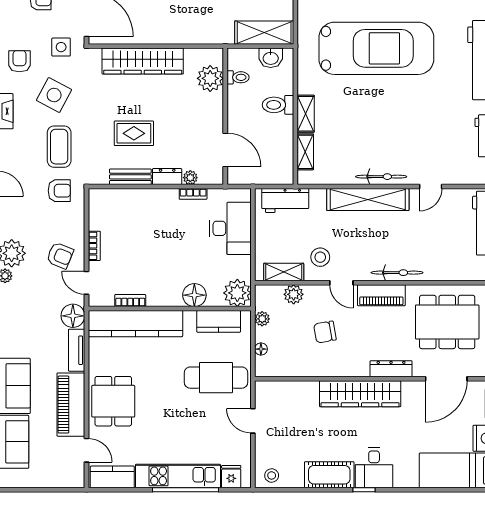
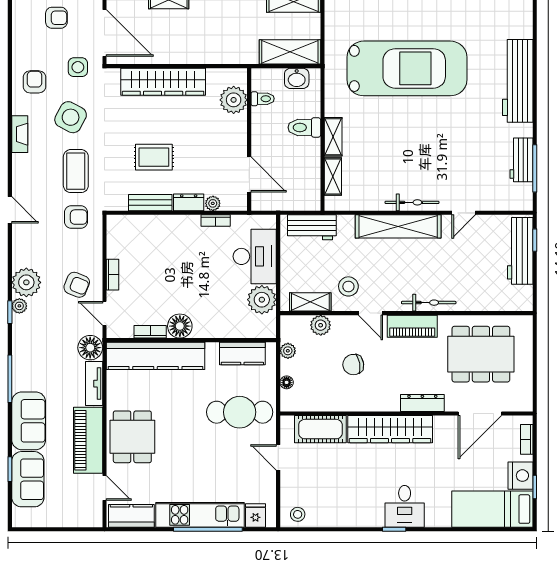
plant: (237, 293) -> (262, 300), moved
floor lamp: (194, 295) -> (180, 326), moved
cot: (329, 475) -> (320, 429), moved

